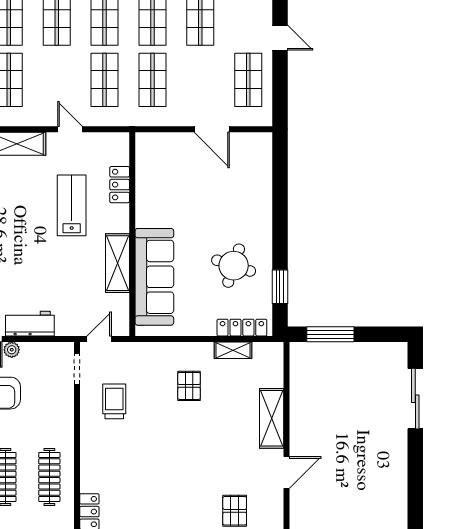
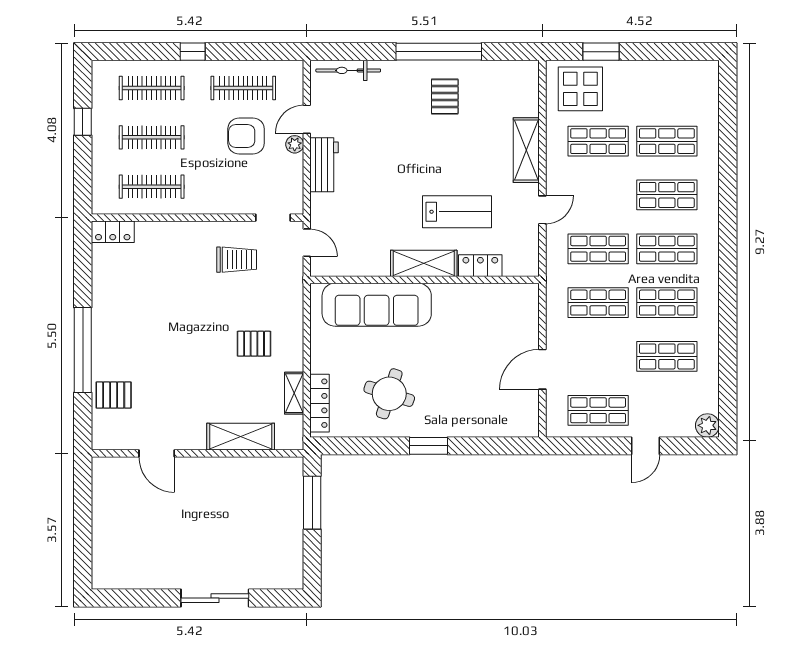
shelving: (118, 263) -> (424, 263), moved
window: (280, 287) -> (429, 446), moved
sliding door: (415, 399) -> (215, 598), moved
shelving: (272, 418) -> (241, 437), moved

